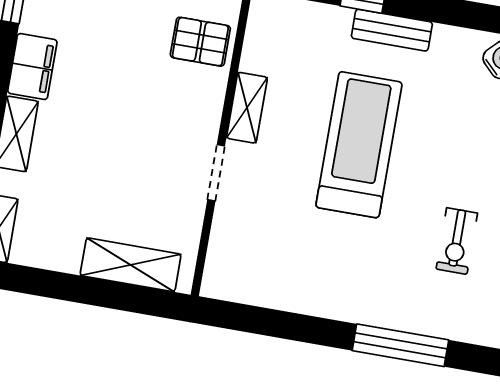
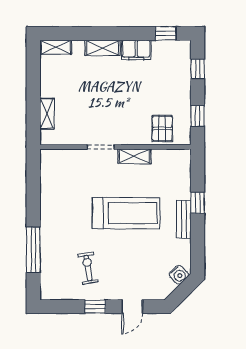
exercise bike: (457, 241) -> (88, 268), turned 81
shelving: (131, 265) -> (47, 114), width x0.67, depth x0.75

